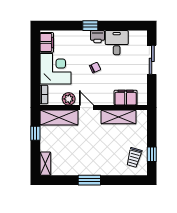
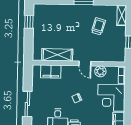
shelving: (59, 118) -> (109, 55), removed
trolley: (134, 158) -> (98, 26), moved

